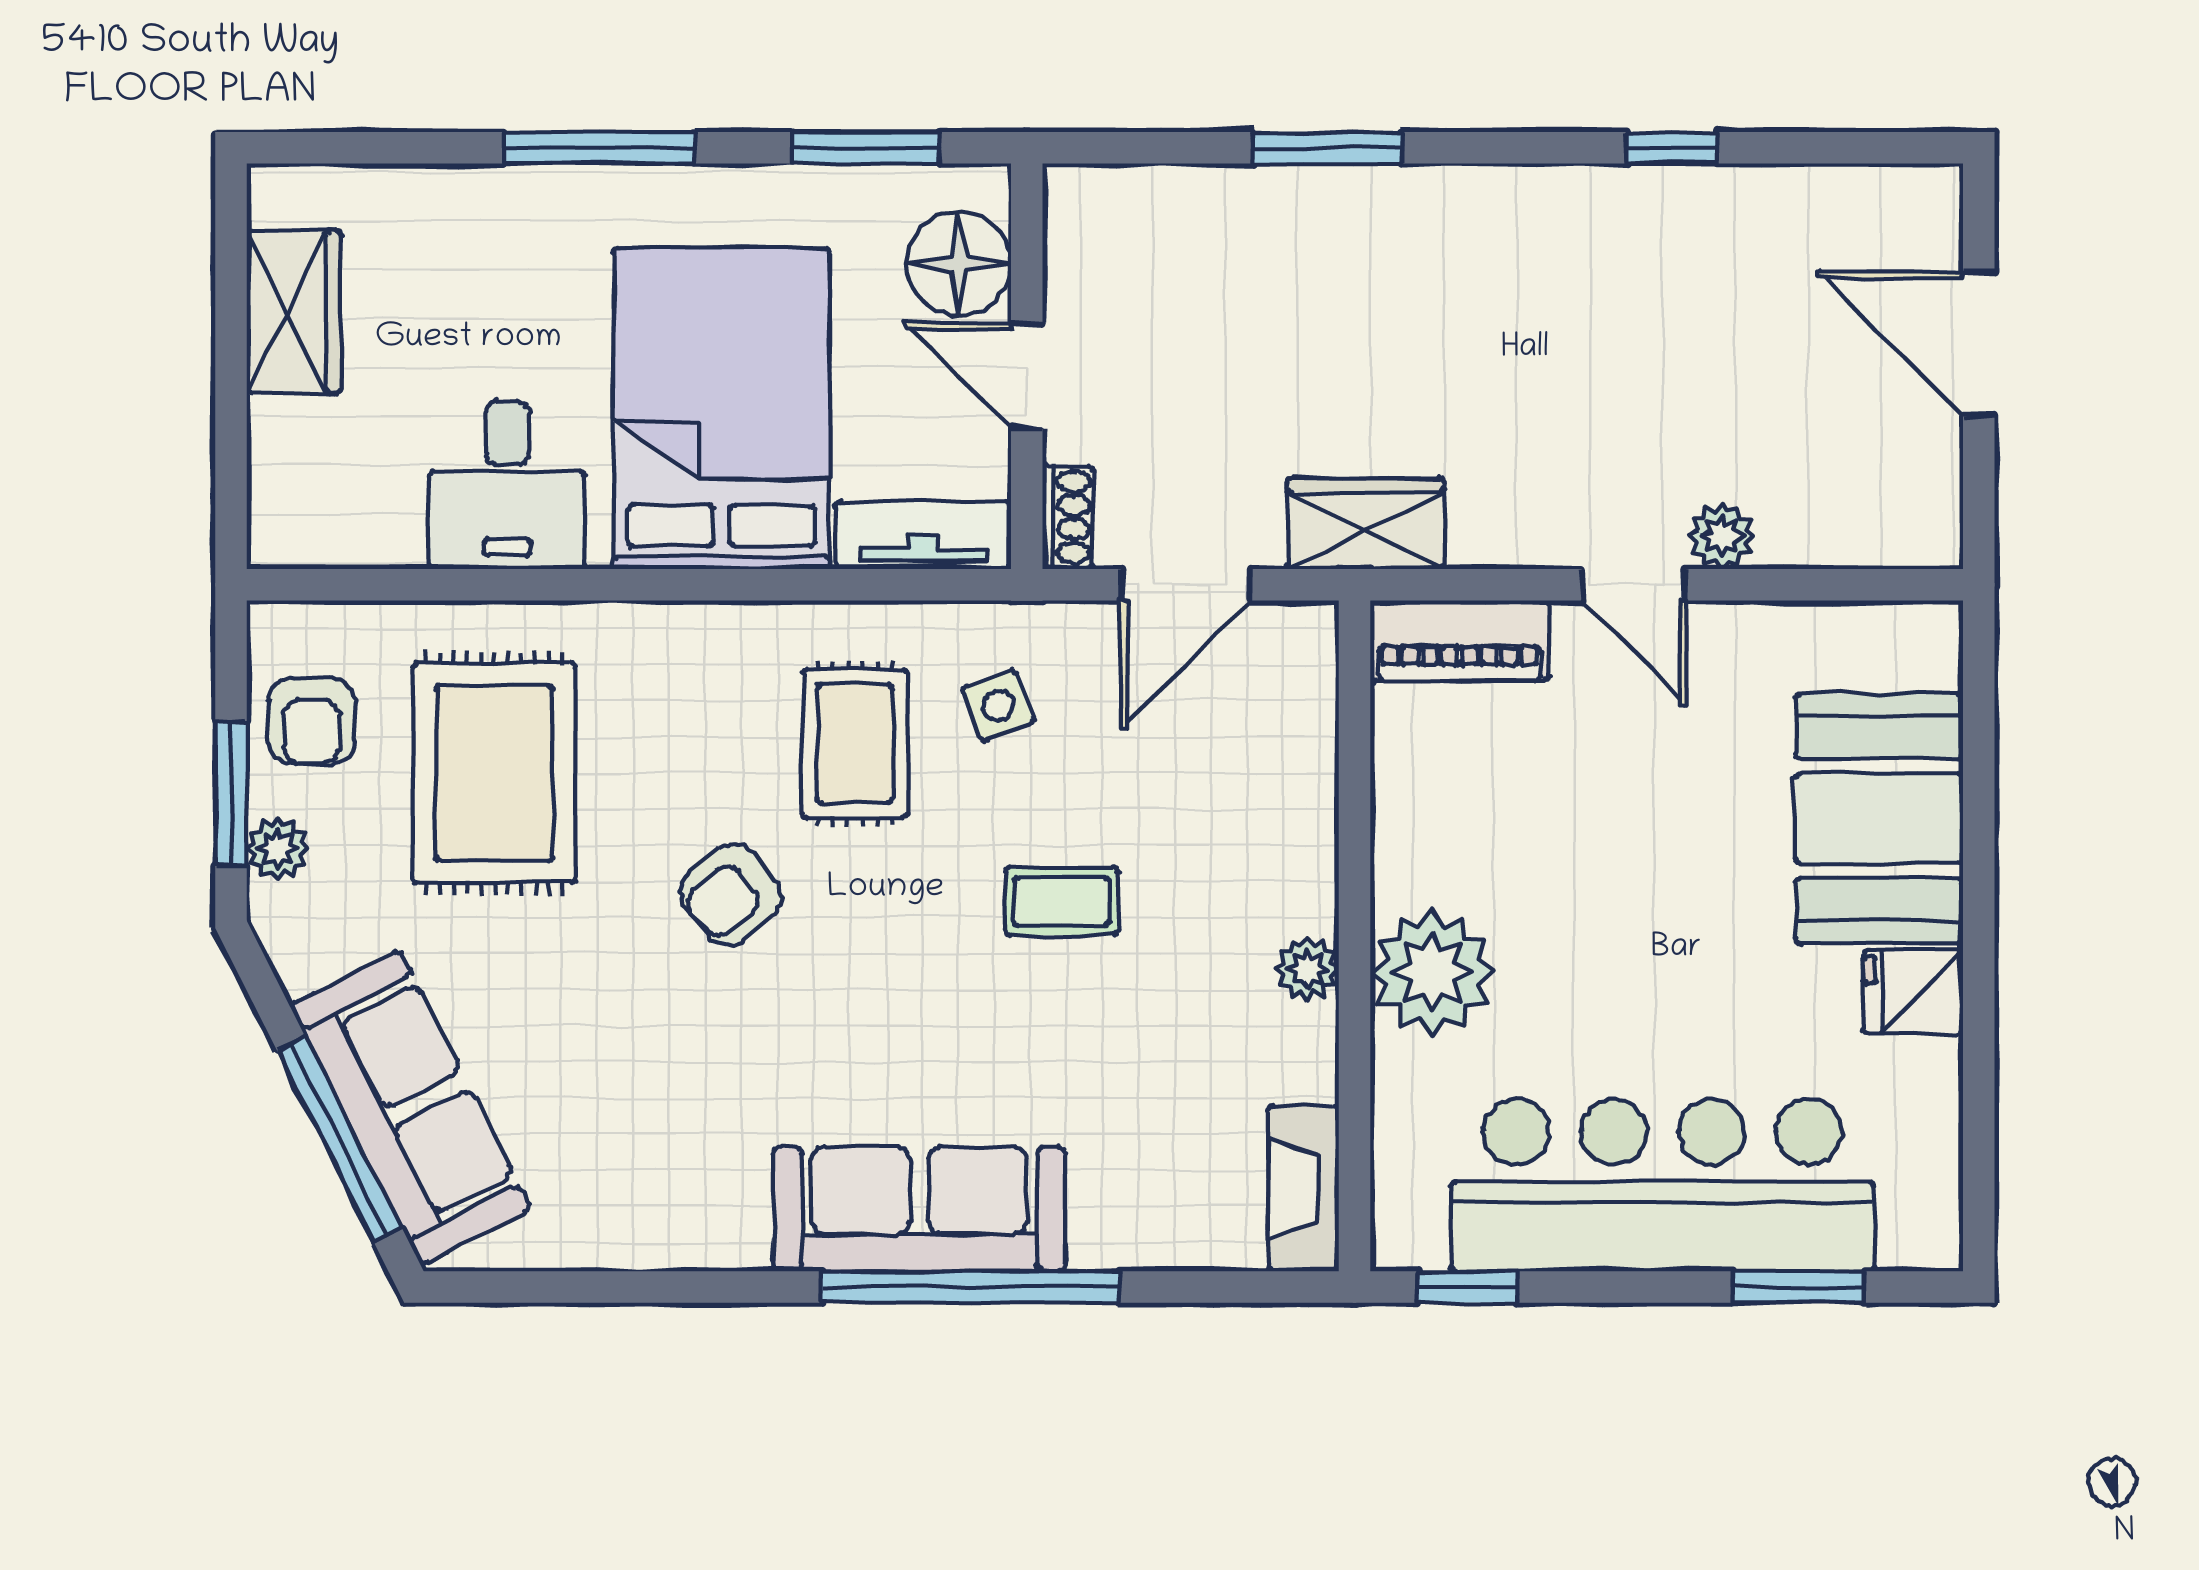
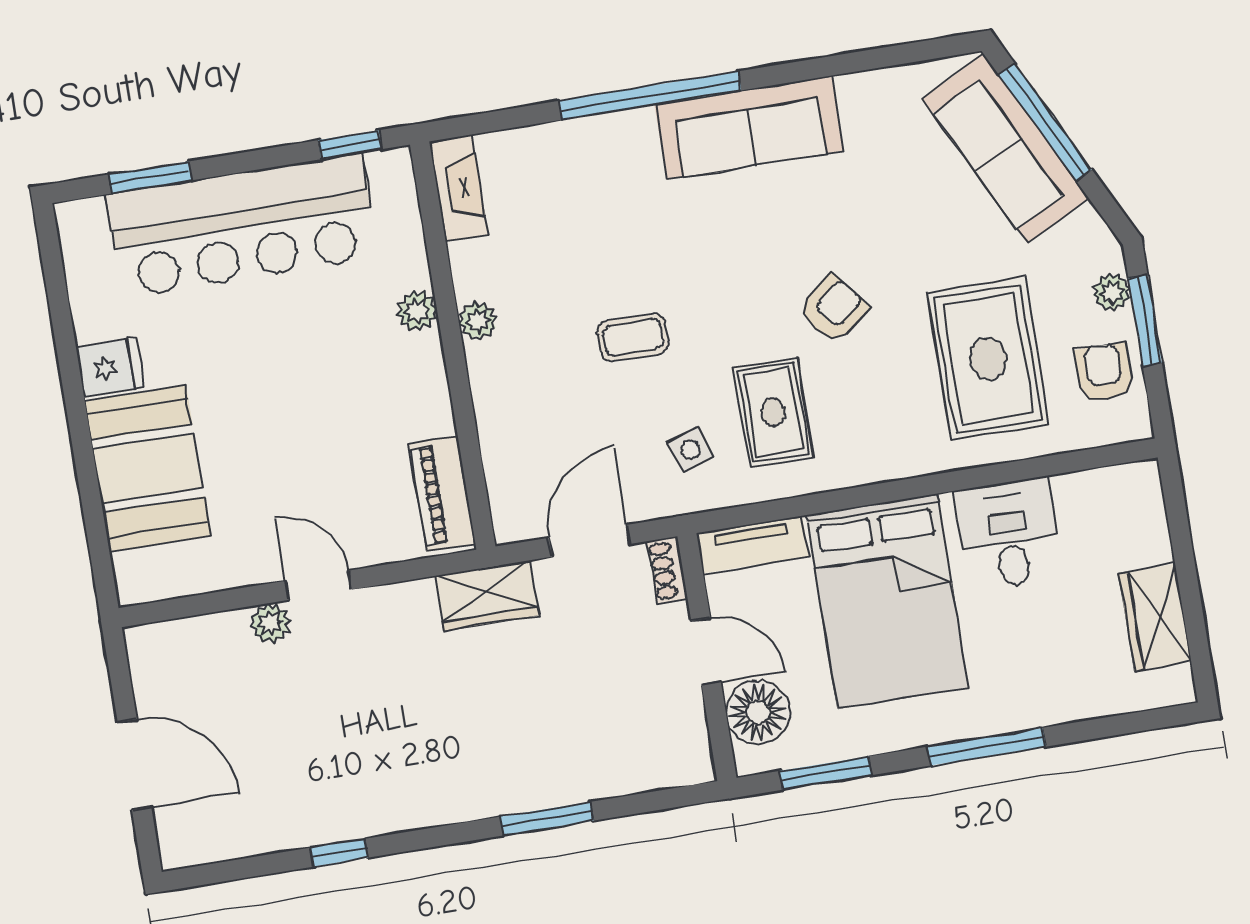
piano: (1460, 640) -> (442, 494), moved, turned -90
plant: (1432, 972) -> (417, 311), width x0.53, depth x0.53
sofa: (919, 1209) -> (749, 128), moved

